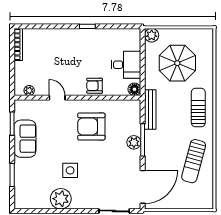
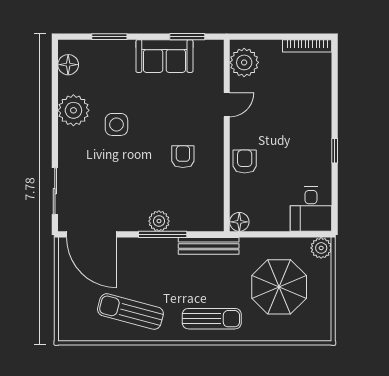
desk: (126, 65) -> (311, 209), moved
plant: (29, 90) -> (244, 62), width x1.88, depth x1.88
armchair: (91, 126) -> (183, 157), width x0.53, depth x0.53
floor lamp: (31, 202) -> (68, 65), added

